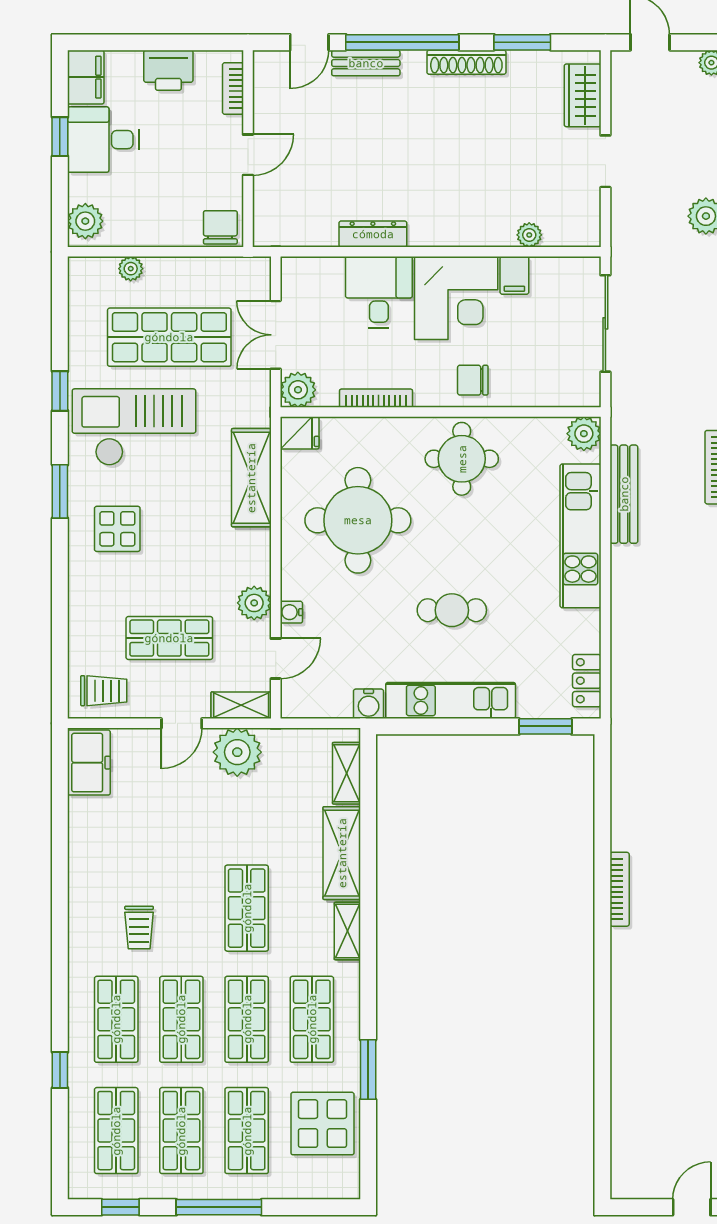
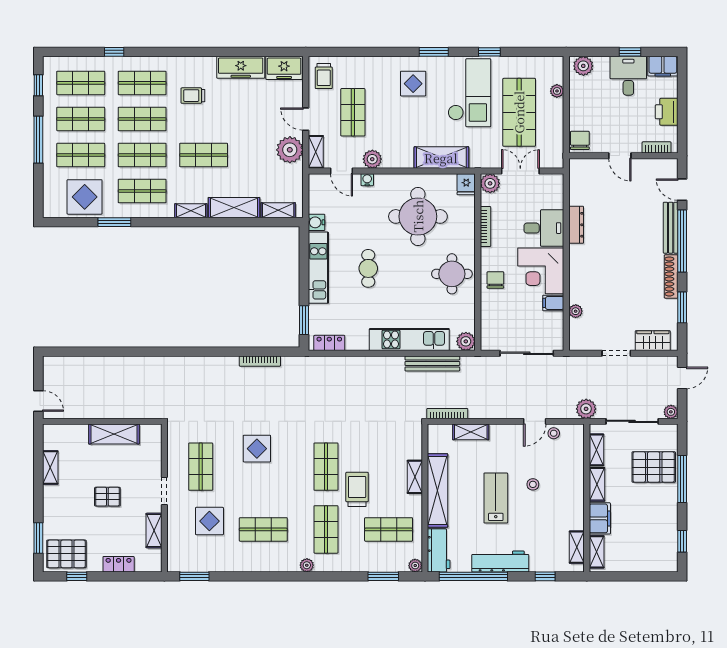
bench: (366, 63) -> (671, 228), width x1.36
chair: (220, 227) -> (580, 140), turned -90
freezer: (88, 841) -> (241, 67), added
bookcase: (620, 889) -> (260, 361), moved

